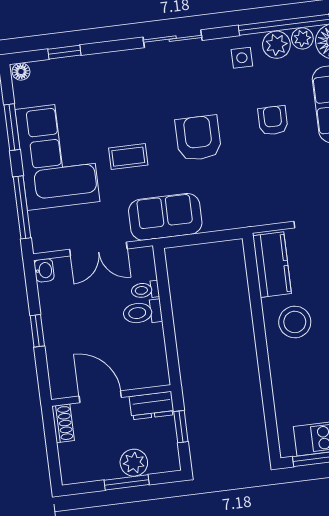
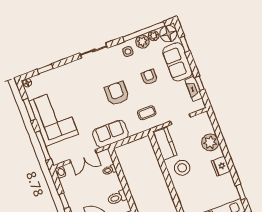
coffee table: (128, 157) -> (147, 113), moved
toilet: (142, 312) -> (117, 198), moved

